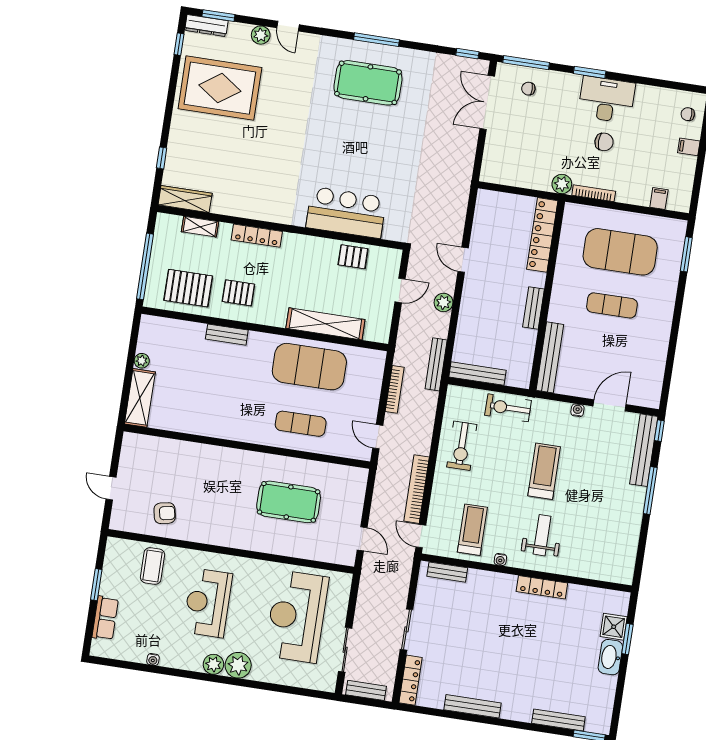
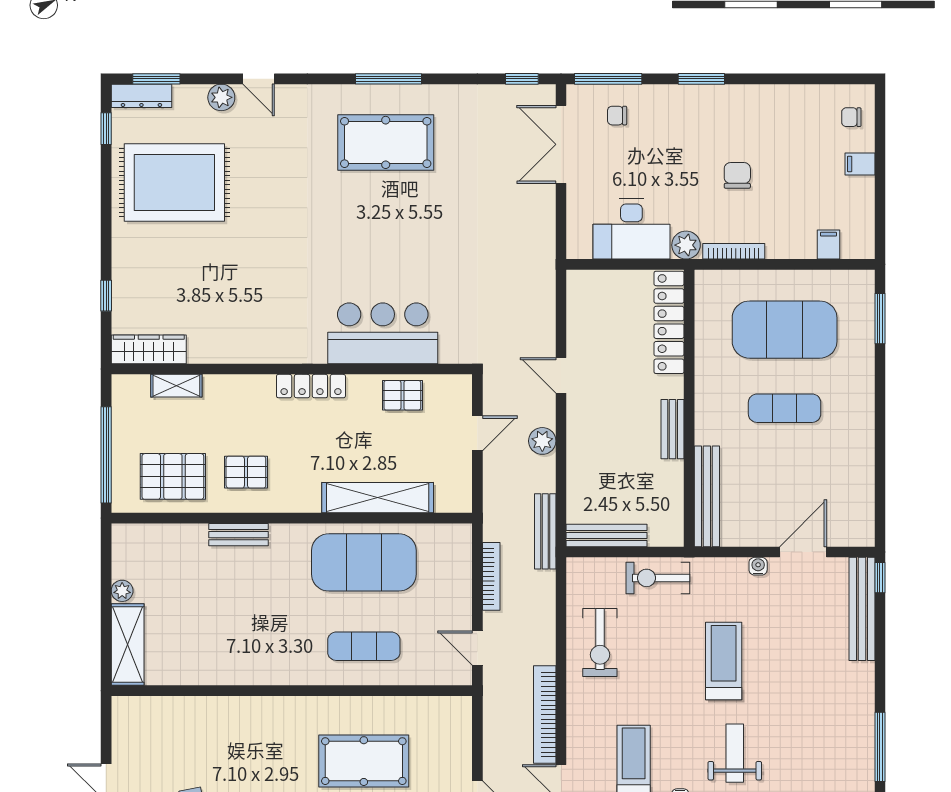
desk: (607, 100) -> (631, 229), moved, turned 180
chair: (604, 142) -> (737, 175), turned -90
locker: (257, 236) -> (311, 386), moved
window: (650, 490) -> (880, 747), moved

